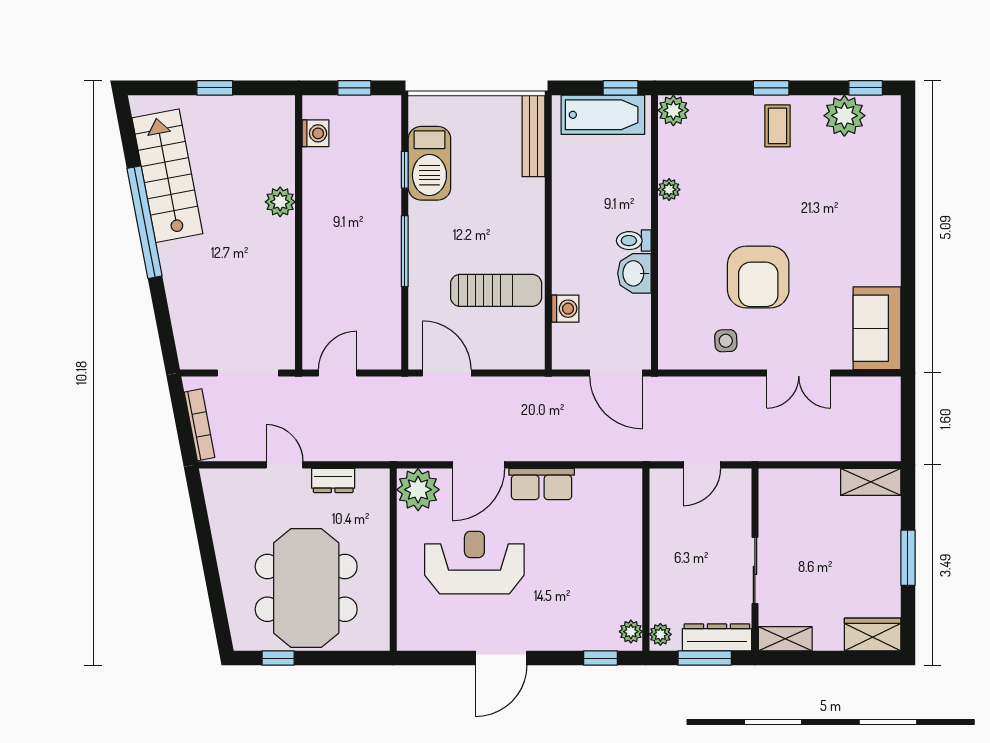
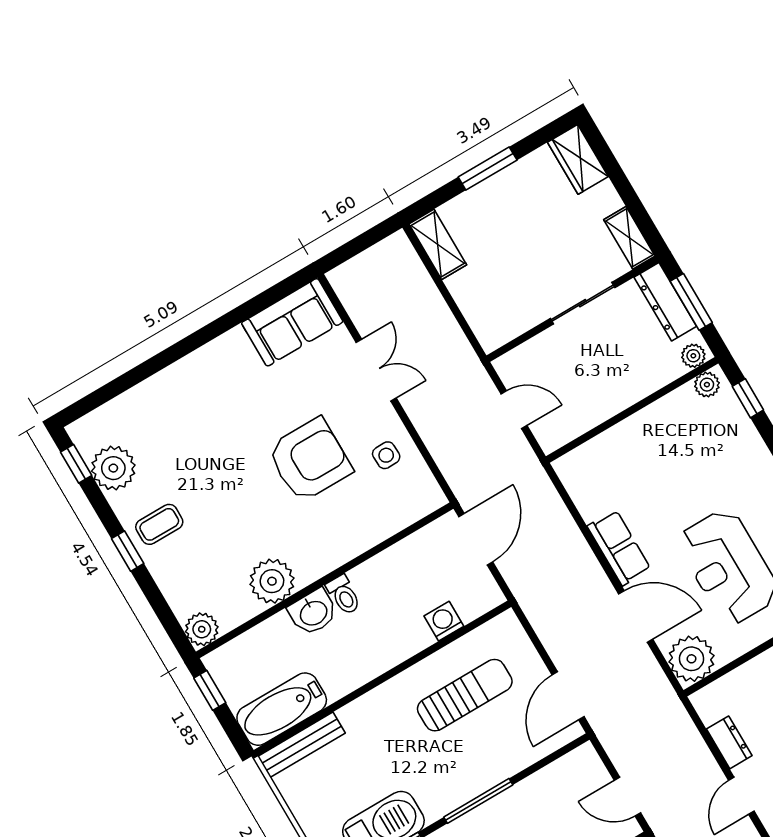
bathtub: (603, 115) -> (282, 709), moved, turned -90
plant: (669, 190) -> (272, 581), width x1.87, depth x1.87
washbasin: (634, 273) -> (313, 612), moved
sun lounger: (496, 290) -> (465, 695), turned 90

